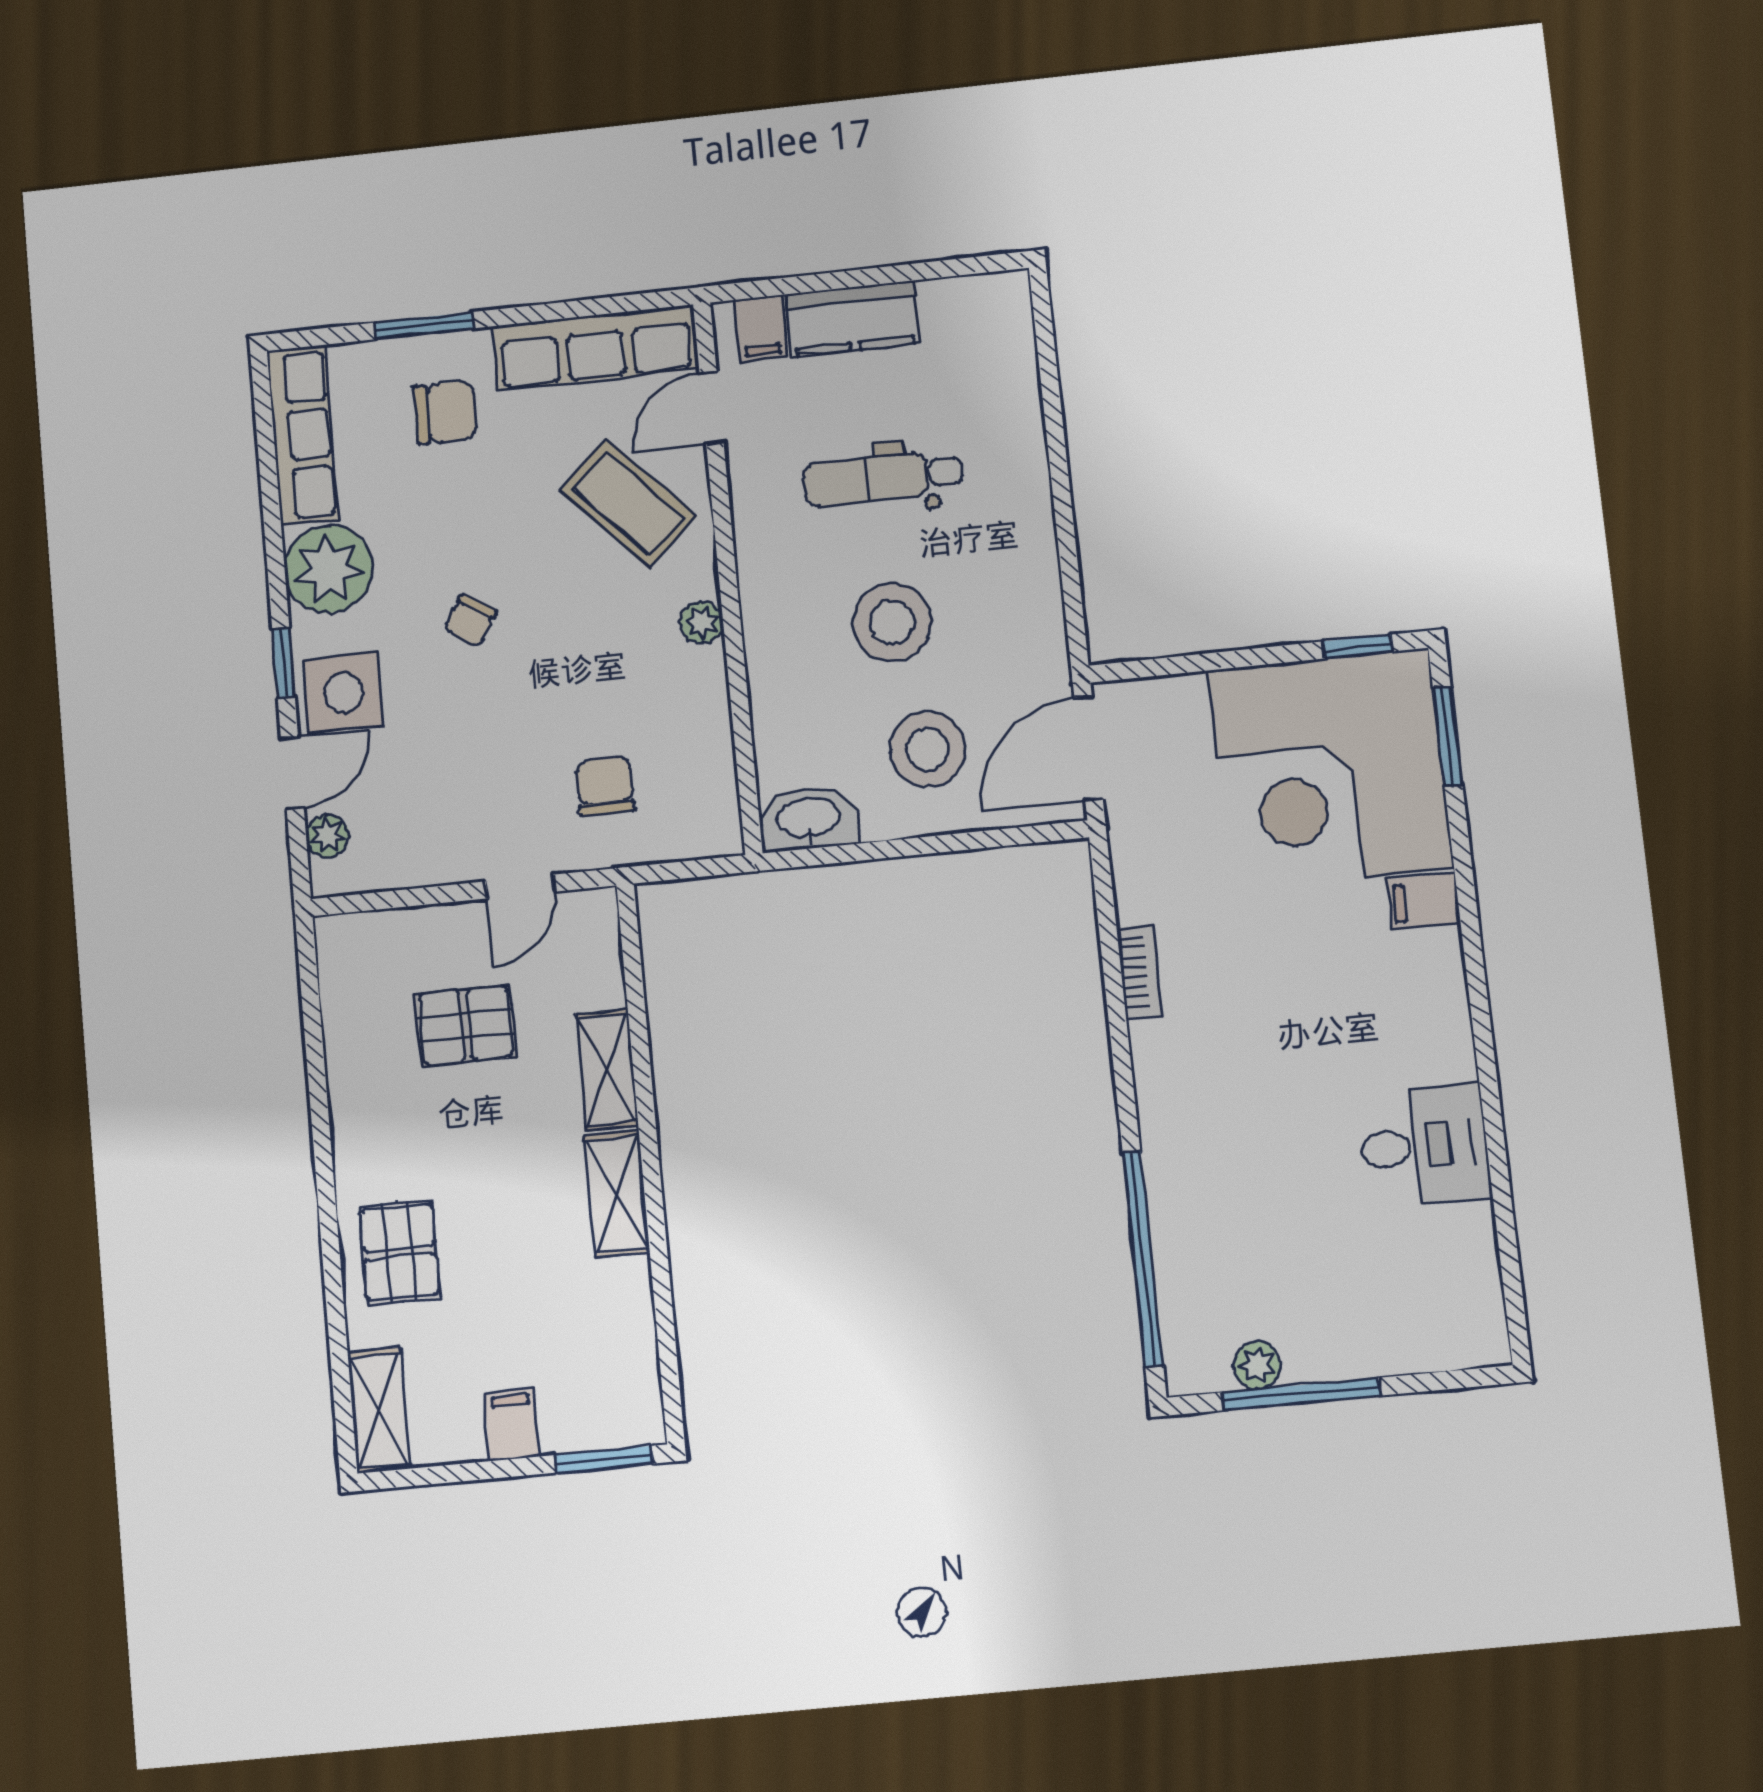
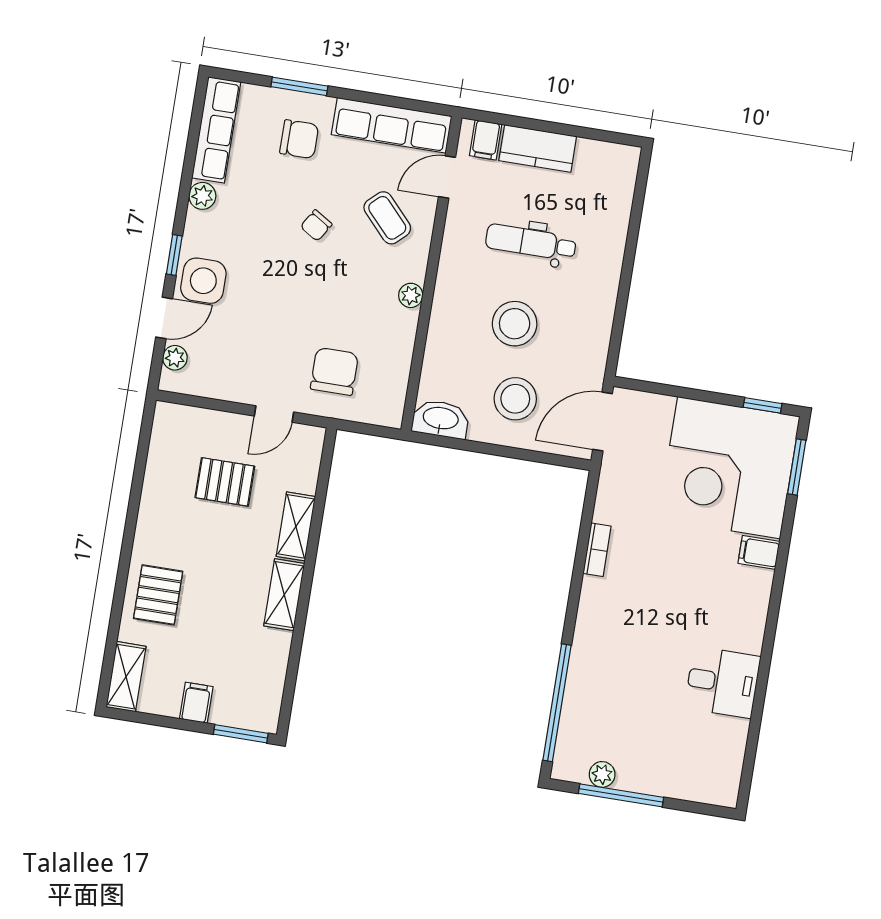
coffee table: (628, 503) -> (387, 218), width x0.73, depth x0.77
plant: (328, 569) -> (202, 196), width x0.53, depth x0.53
chair: (470, 620) -> (316, 225), moved
chair: (605, 786) -> (334, 371), width x1.37, depth x1.37

